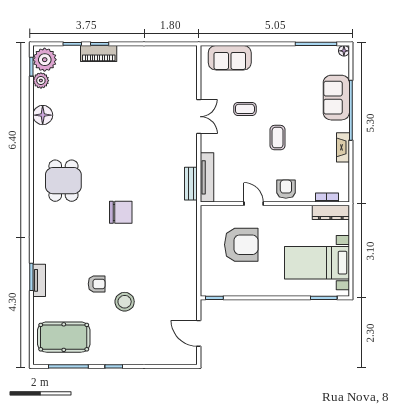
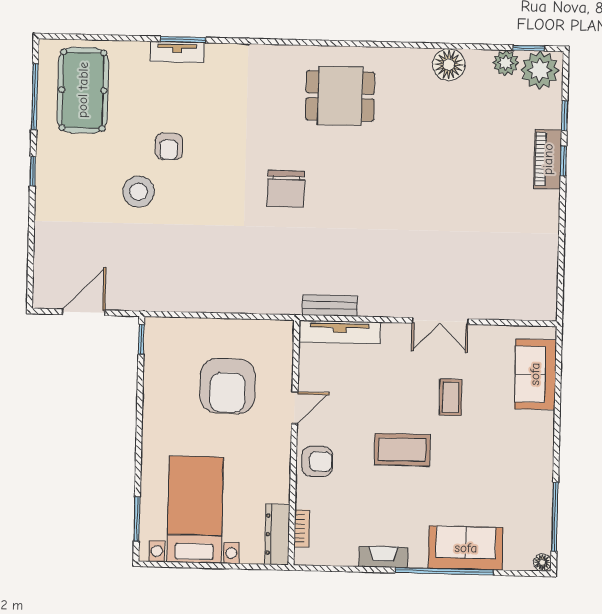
coffee table: (278, 138) -> (402, 450), width x1.36, depth x1.30

